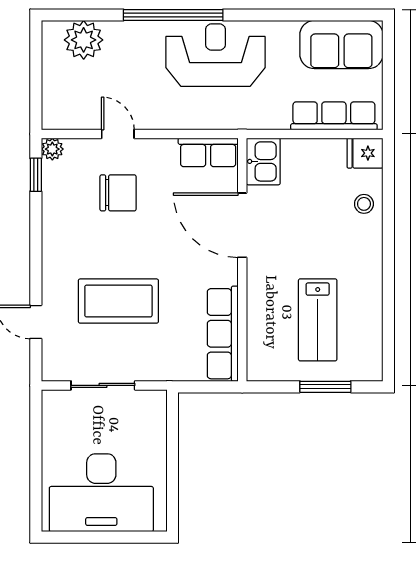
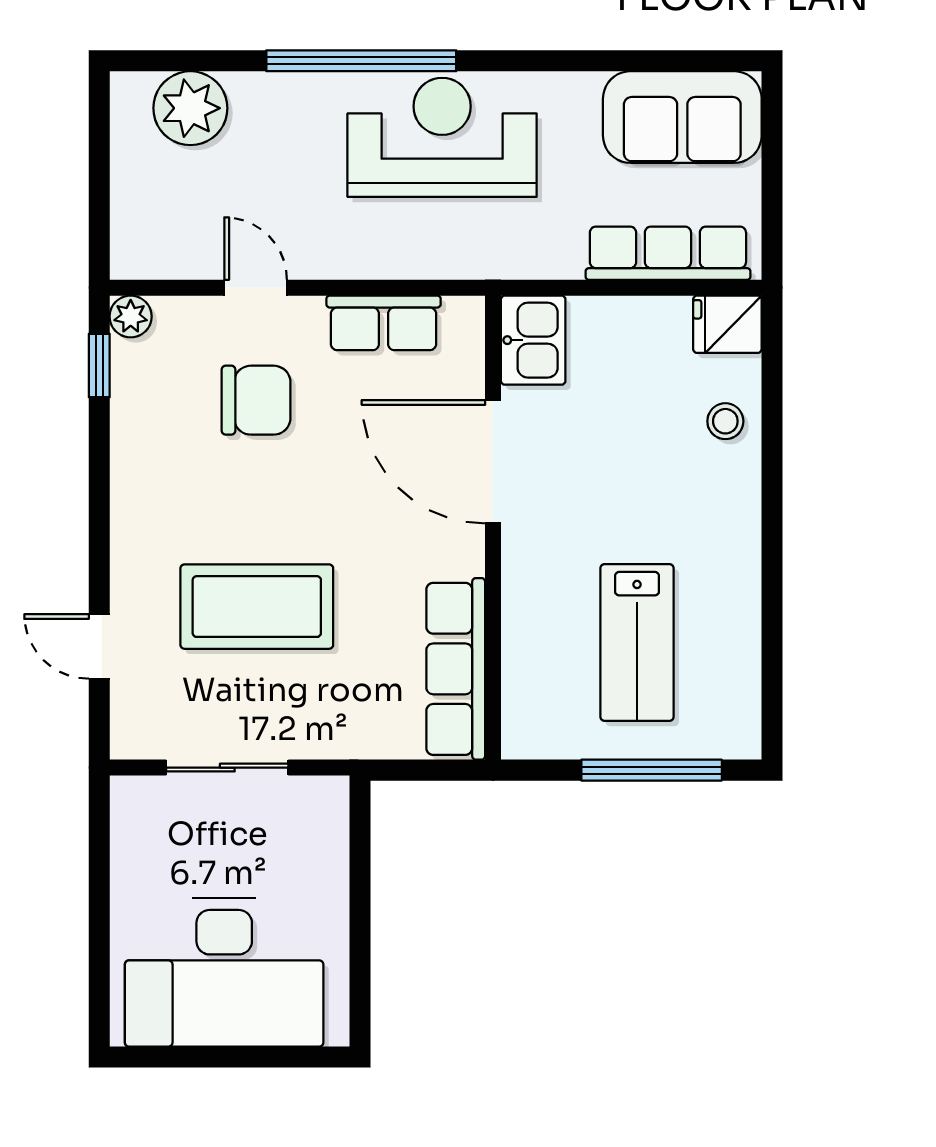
row of seats: (208, 152) -> (384, 323), moved
window: (325, 387) -> (652, 770), width x1.44

